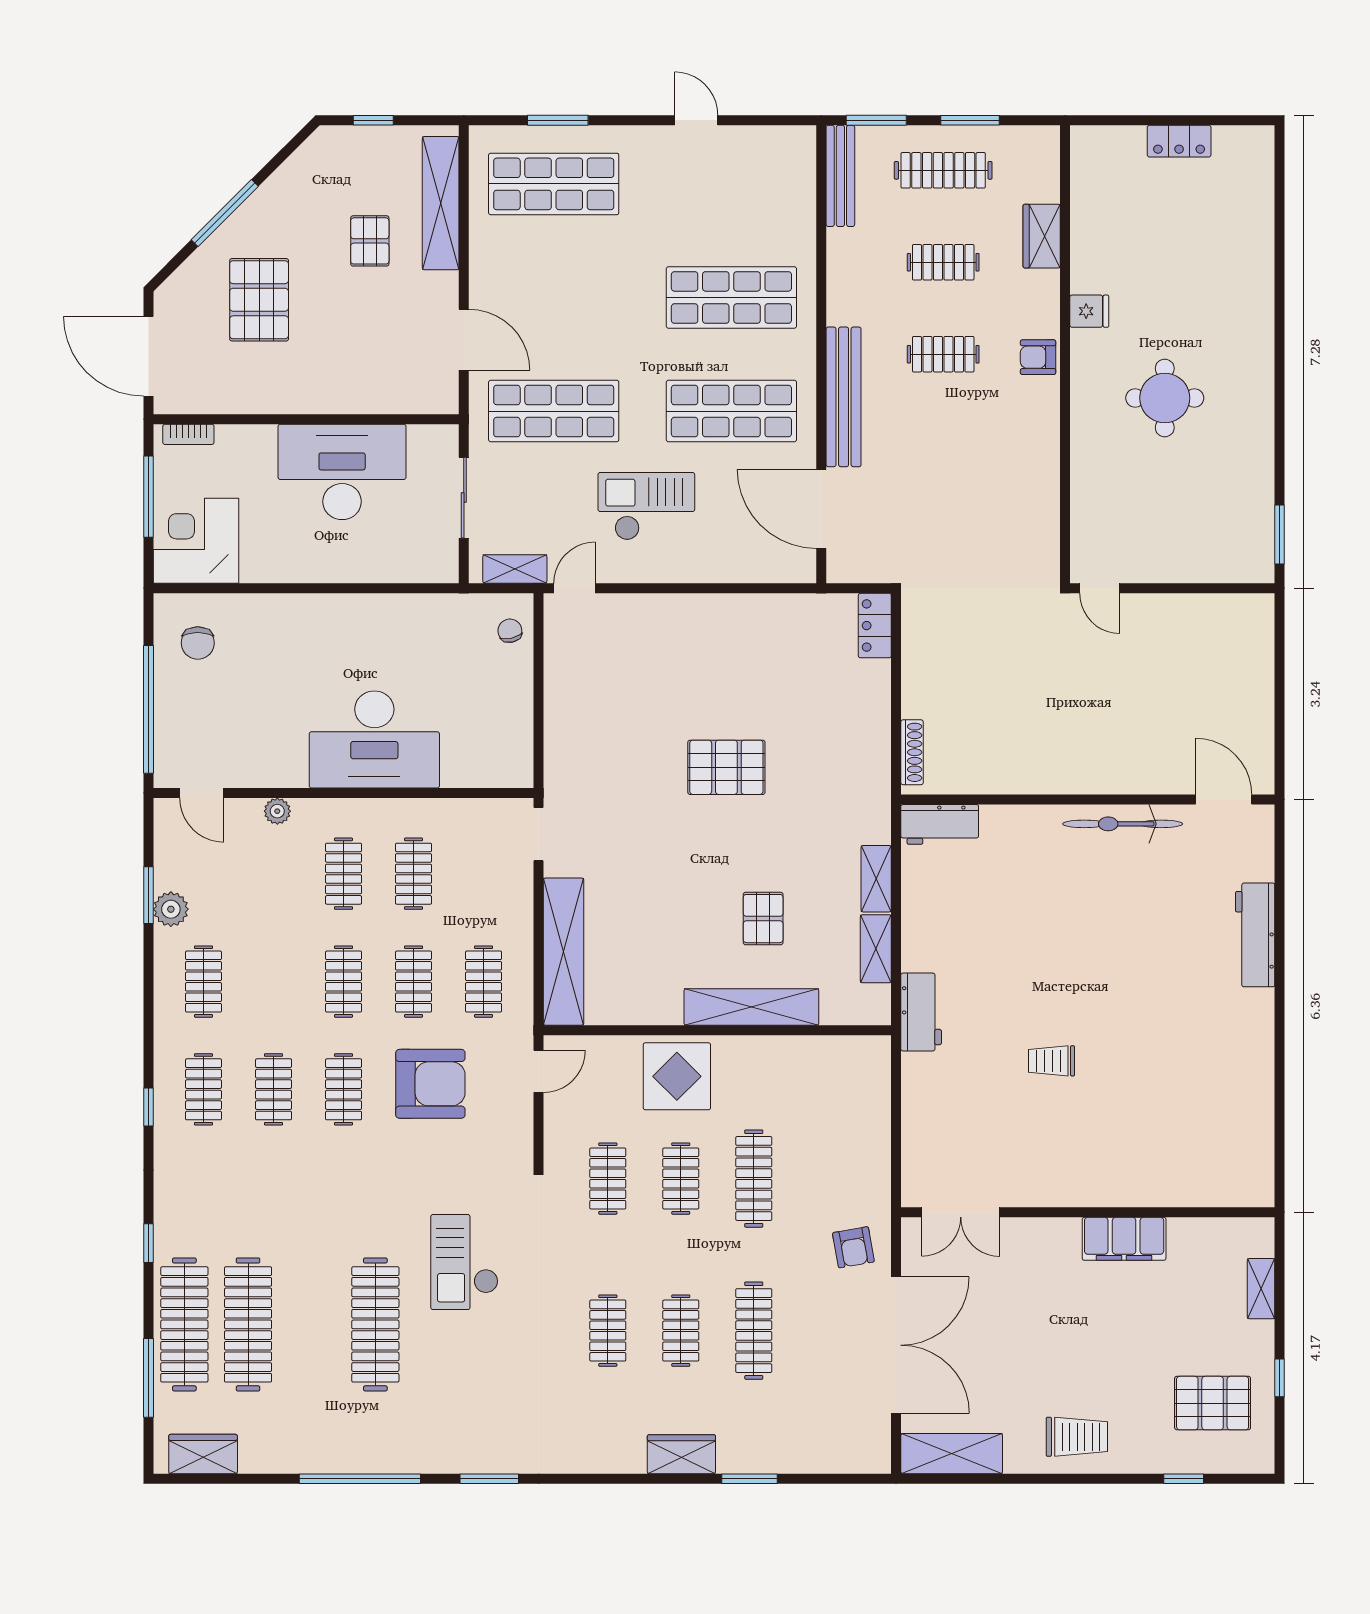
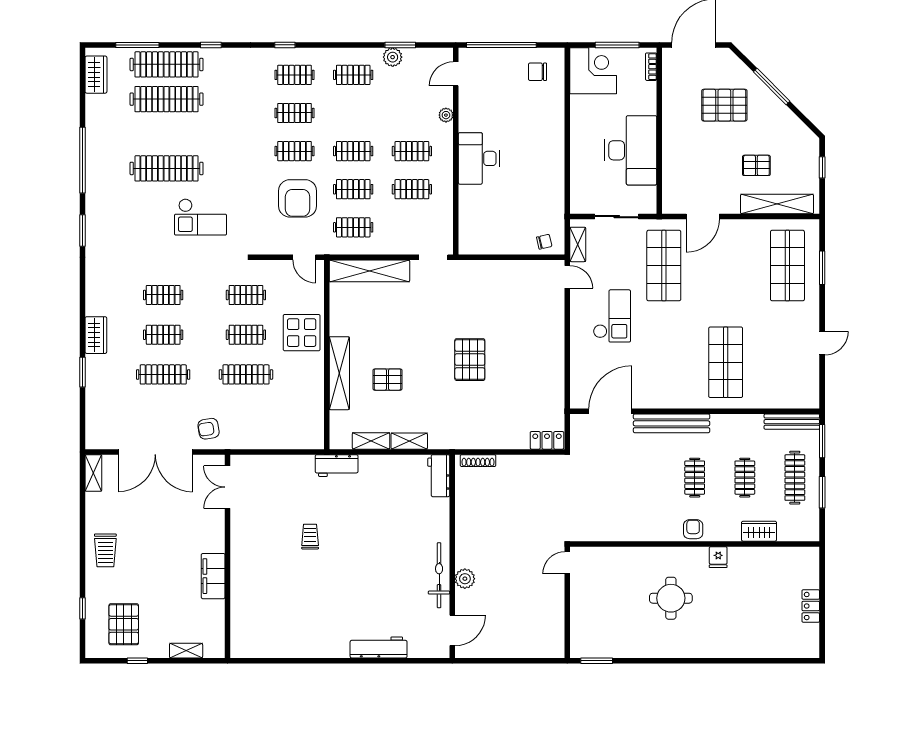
shop shelf: (731, 411) -> (664, 362), removed
desk: (374, 739) -> (479, 158), width x0.73, depth x0.77
plant: (1129, 776) -> (465, 579), added
checkout: (464, 1262) -> (200, 217), turned 180
shelving: (952, 1454) -> (93, 473), width x0.67, depth x0.75

